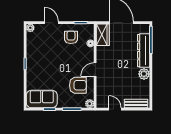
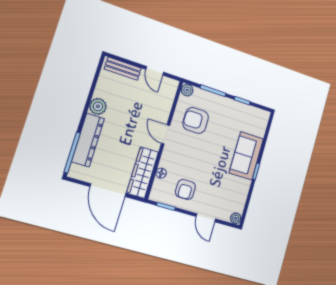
wardrobe: (103, 35) -> (142, 173), width x1.50
door: (95, 70) -> (166, 134), swing flipped
sofa: (42, 99) -> (246, 156), moved, turned 90

